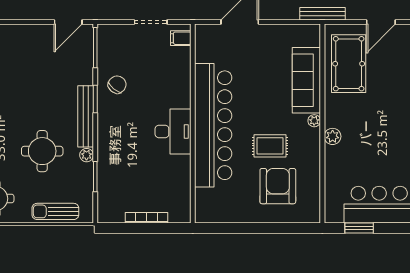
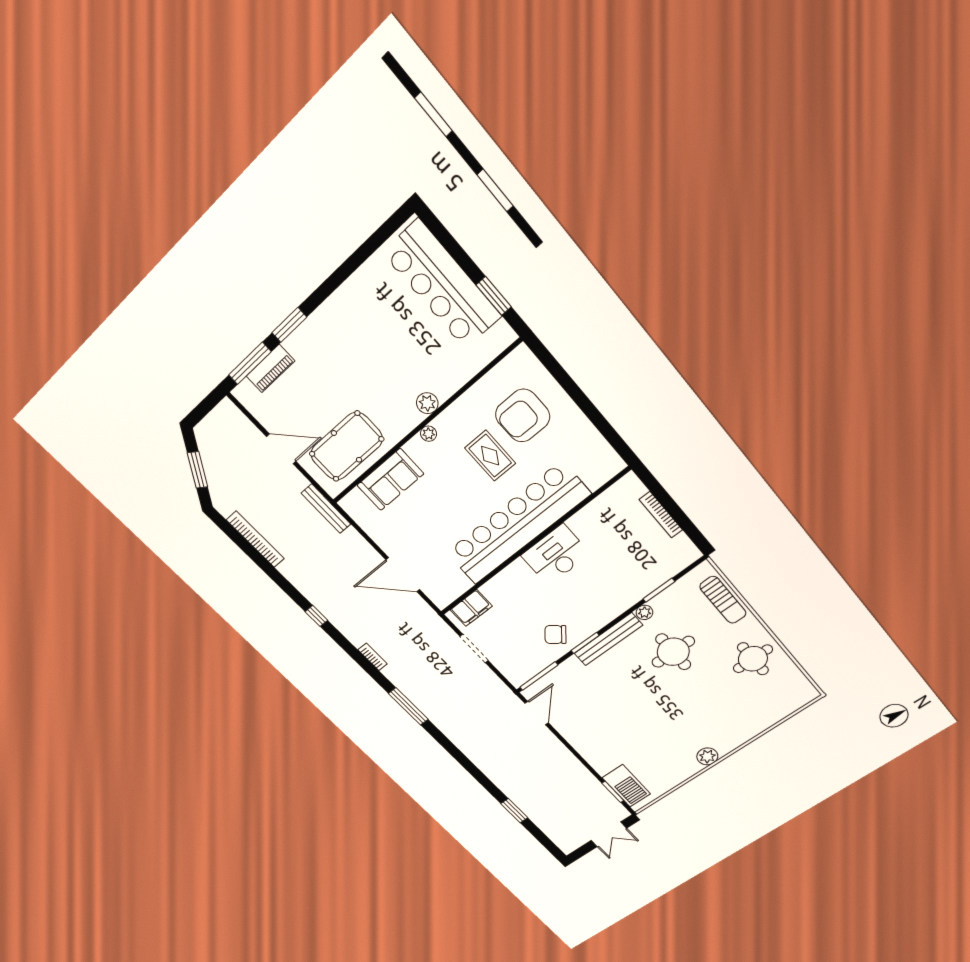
door: (68, 22) -> (537, 713), hinge flipped
filing cabinet: (181, 38) -> (471, 608), width x2.00
sofa: (306, 80) -> (390, 480), width x0.73

